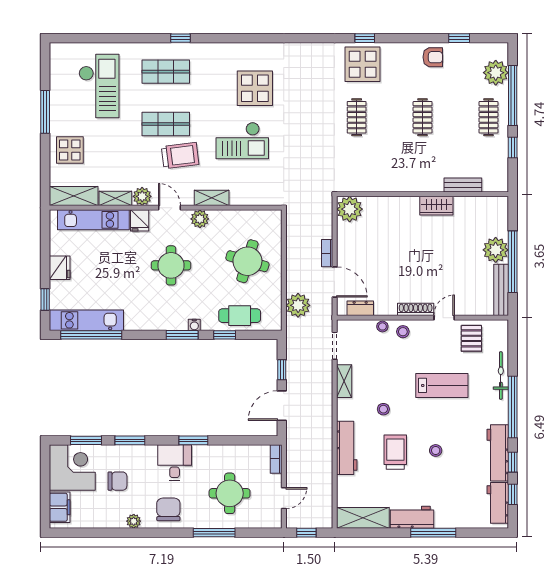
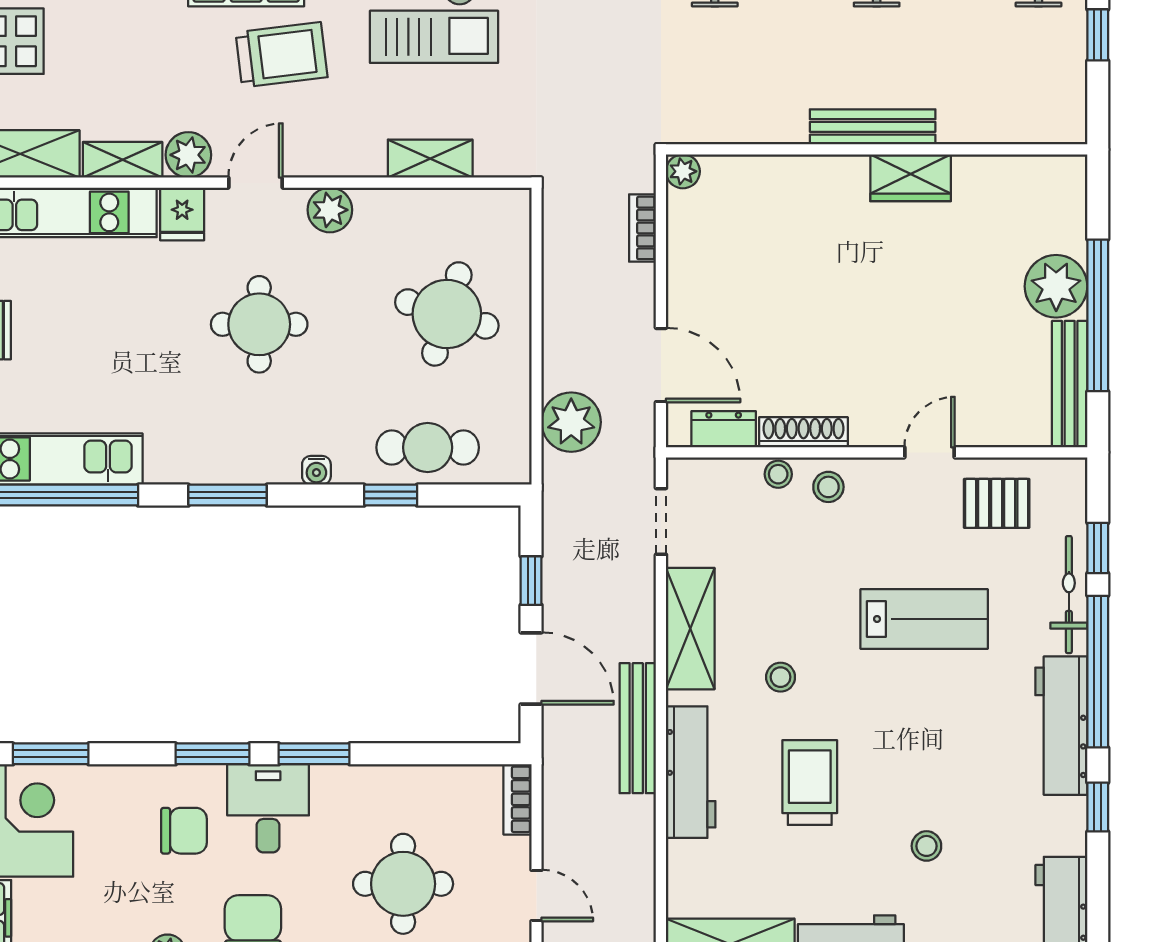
bench: (463, 185) -> (873, 127), moved, width x1.36
shelving: (212, 198) -> (430, 159), moved
door: (169, 208) -> (255, 183), hinge flipped
plant: (350, 209) -> (683, 171), width x0.53, depth x0.53
bookcase: (327, 253) -> (642, 228), moved
shoe rack: (416, 309) -> (803, 432), moved
window: (182, 335) -> (228, 495), moved
pallet: (471, 338) -> (997, 503), turned 90
shelving: (344, 381) -> (690, 629), width x1.50, depth x1.33
door: (282, 406) -> (531, 668), swing flipped
bench: (325, 430) -> (638, 728), added
window: (130, 440) -> (212, 754), moved
stool: (436, 450) -> (926, 846), moved
workbench: (498, 453) -> (1061, 726), moved
chair: (117, 481) -> (184, 831), moved
window: (513, 494) -> (1098, 548), moved
door: (284, 498) -> (536, 896), hinge flipped

